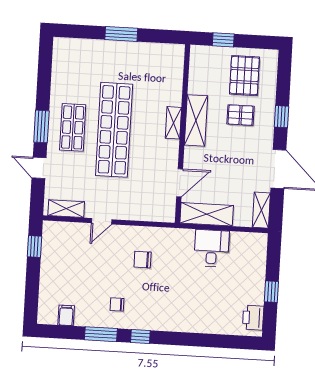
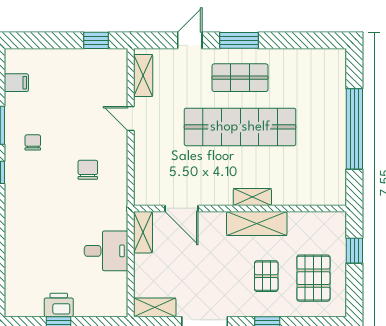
window: (121, 34) -> (354, 129), width x2.11
pallet: (244, 76) -> (313, 278), turned 90
shelving: (207, 214) -> (143, 232), width x0.67, depth x0.75
printer: (253, 318) -> (59, 305), moved

